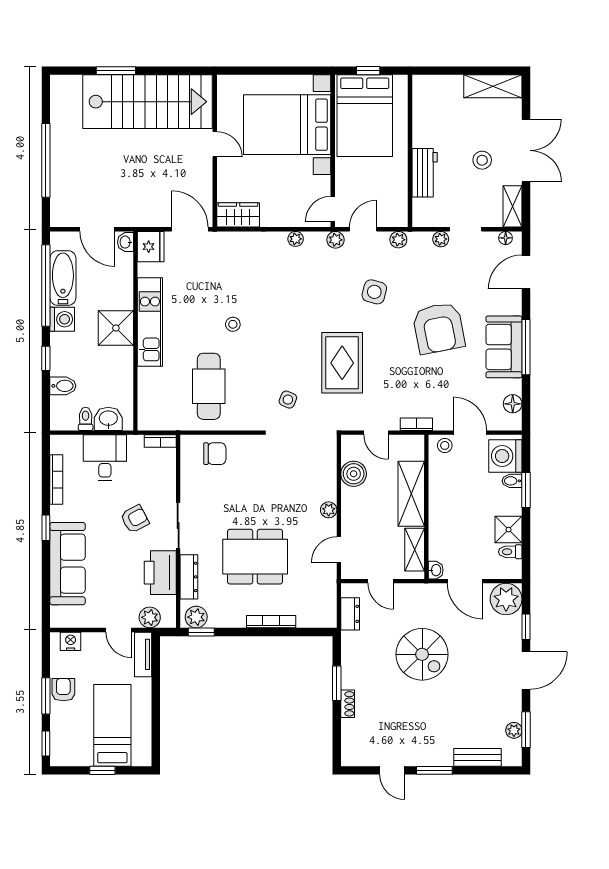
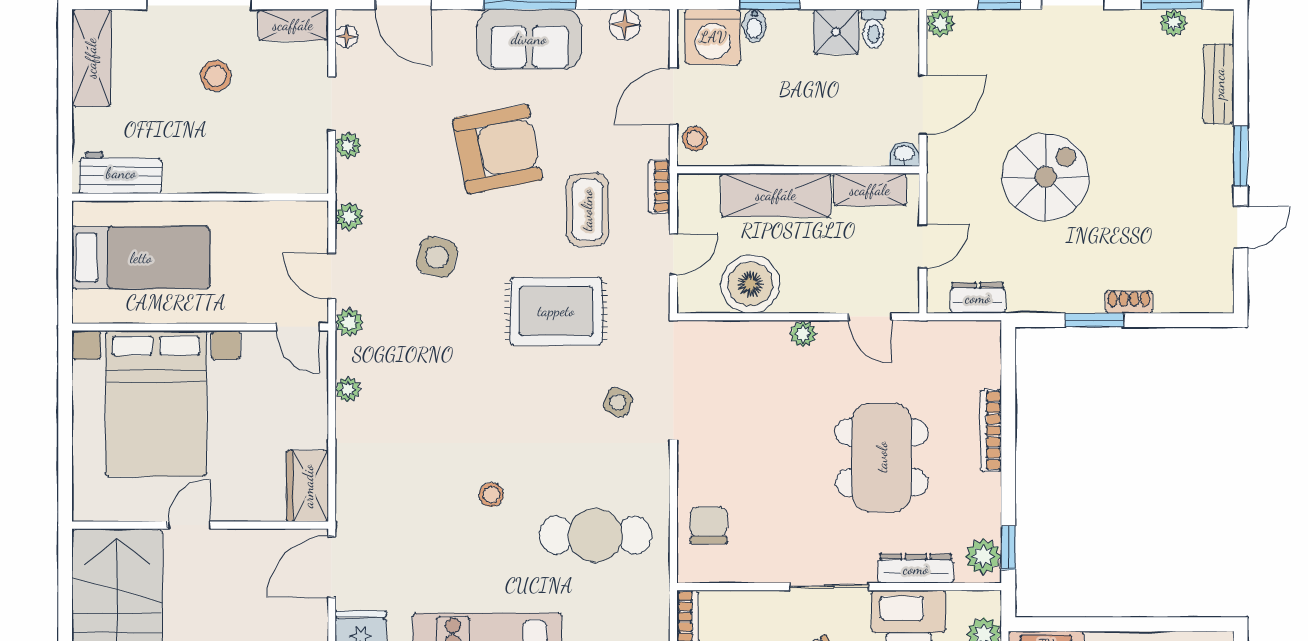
window: (368, 71) -> (65, 268), removed
bed: (365, 116) -> (141, 258), width x0.67
workbench: (425, 173) -> (121, 173), moved
coffee table: (403, 382) -> (587, 210), added
boiler: (354, 474) -> (750, 284), width x1.37, depth x1.37
plant: (506, 599) -> (940, 23), width x0.53, depth x0.53

